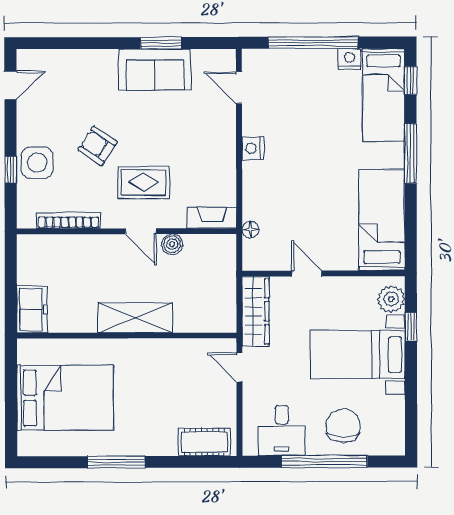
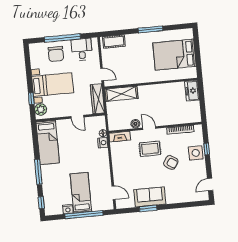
bed: (384, 95) -> (81, 193), moved
nightstand: (253, 148) -> (103, 143), moved
shelving: (135, 318) -> (122, 94), moved

